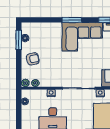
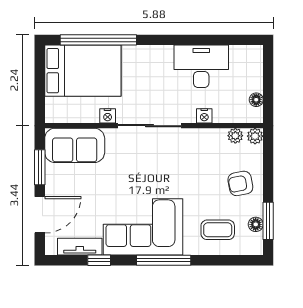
window: (72, 20) -> (164, 260), width x1.44
coffee table: (44, 35) -> (218, 230), added

